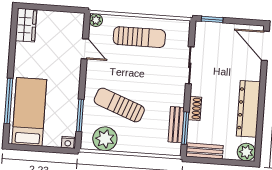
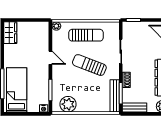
door: (85, 49) -> (50, 58), moved
sun lounger: (119, 105) -> (89, 65), moved
bench: (176, 125) -> (115, 96), width x1.36

